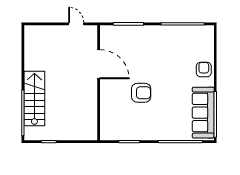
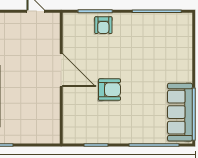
door: (99, 64) -> (61, 70), moved
armchair: (204, 70) -> (103, 25), moved, turned 180

